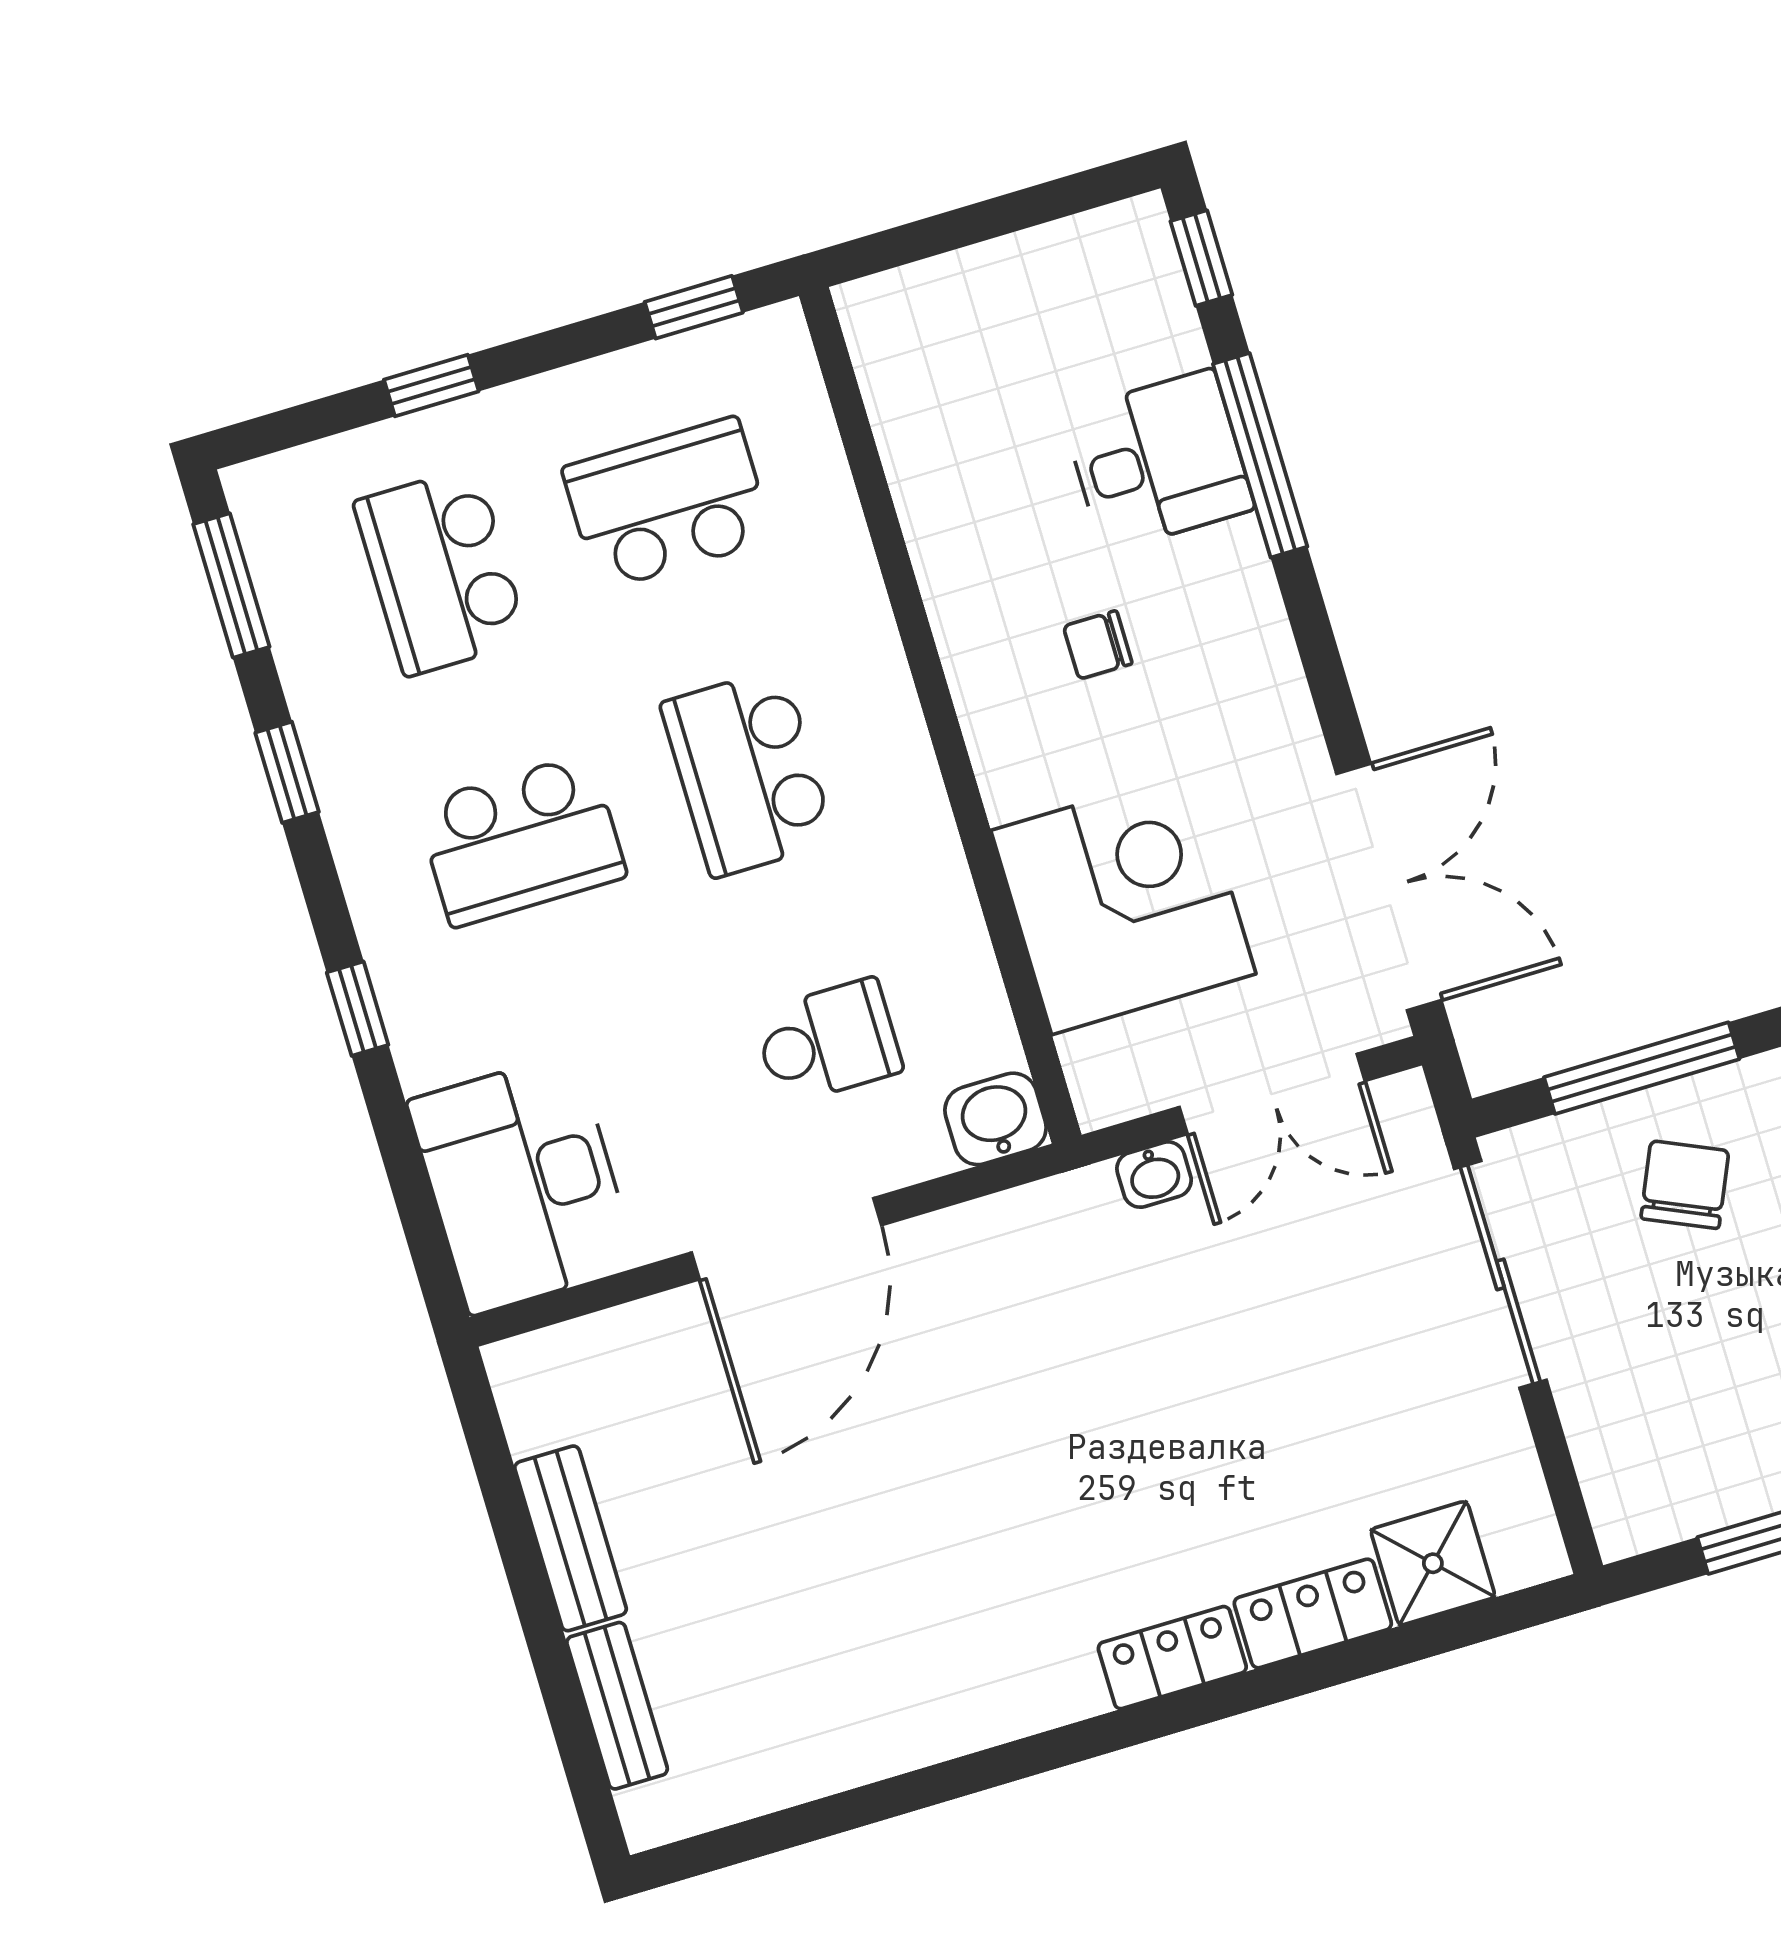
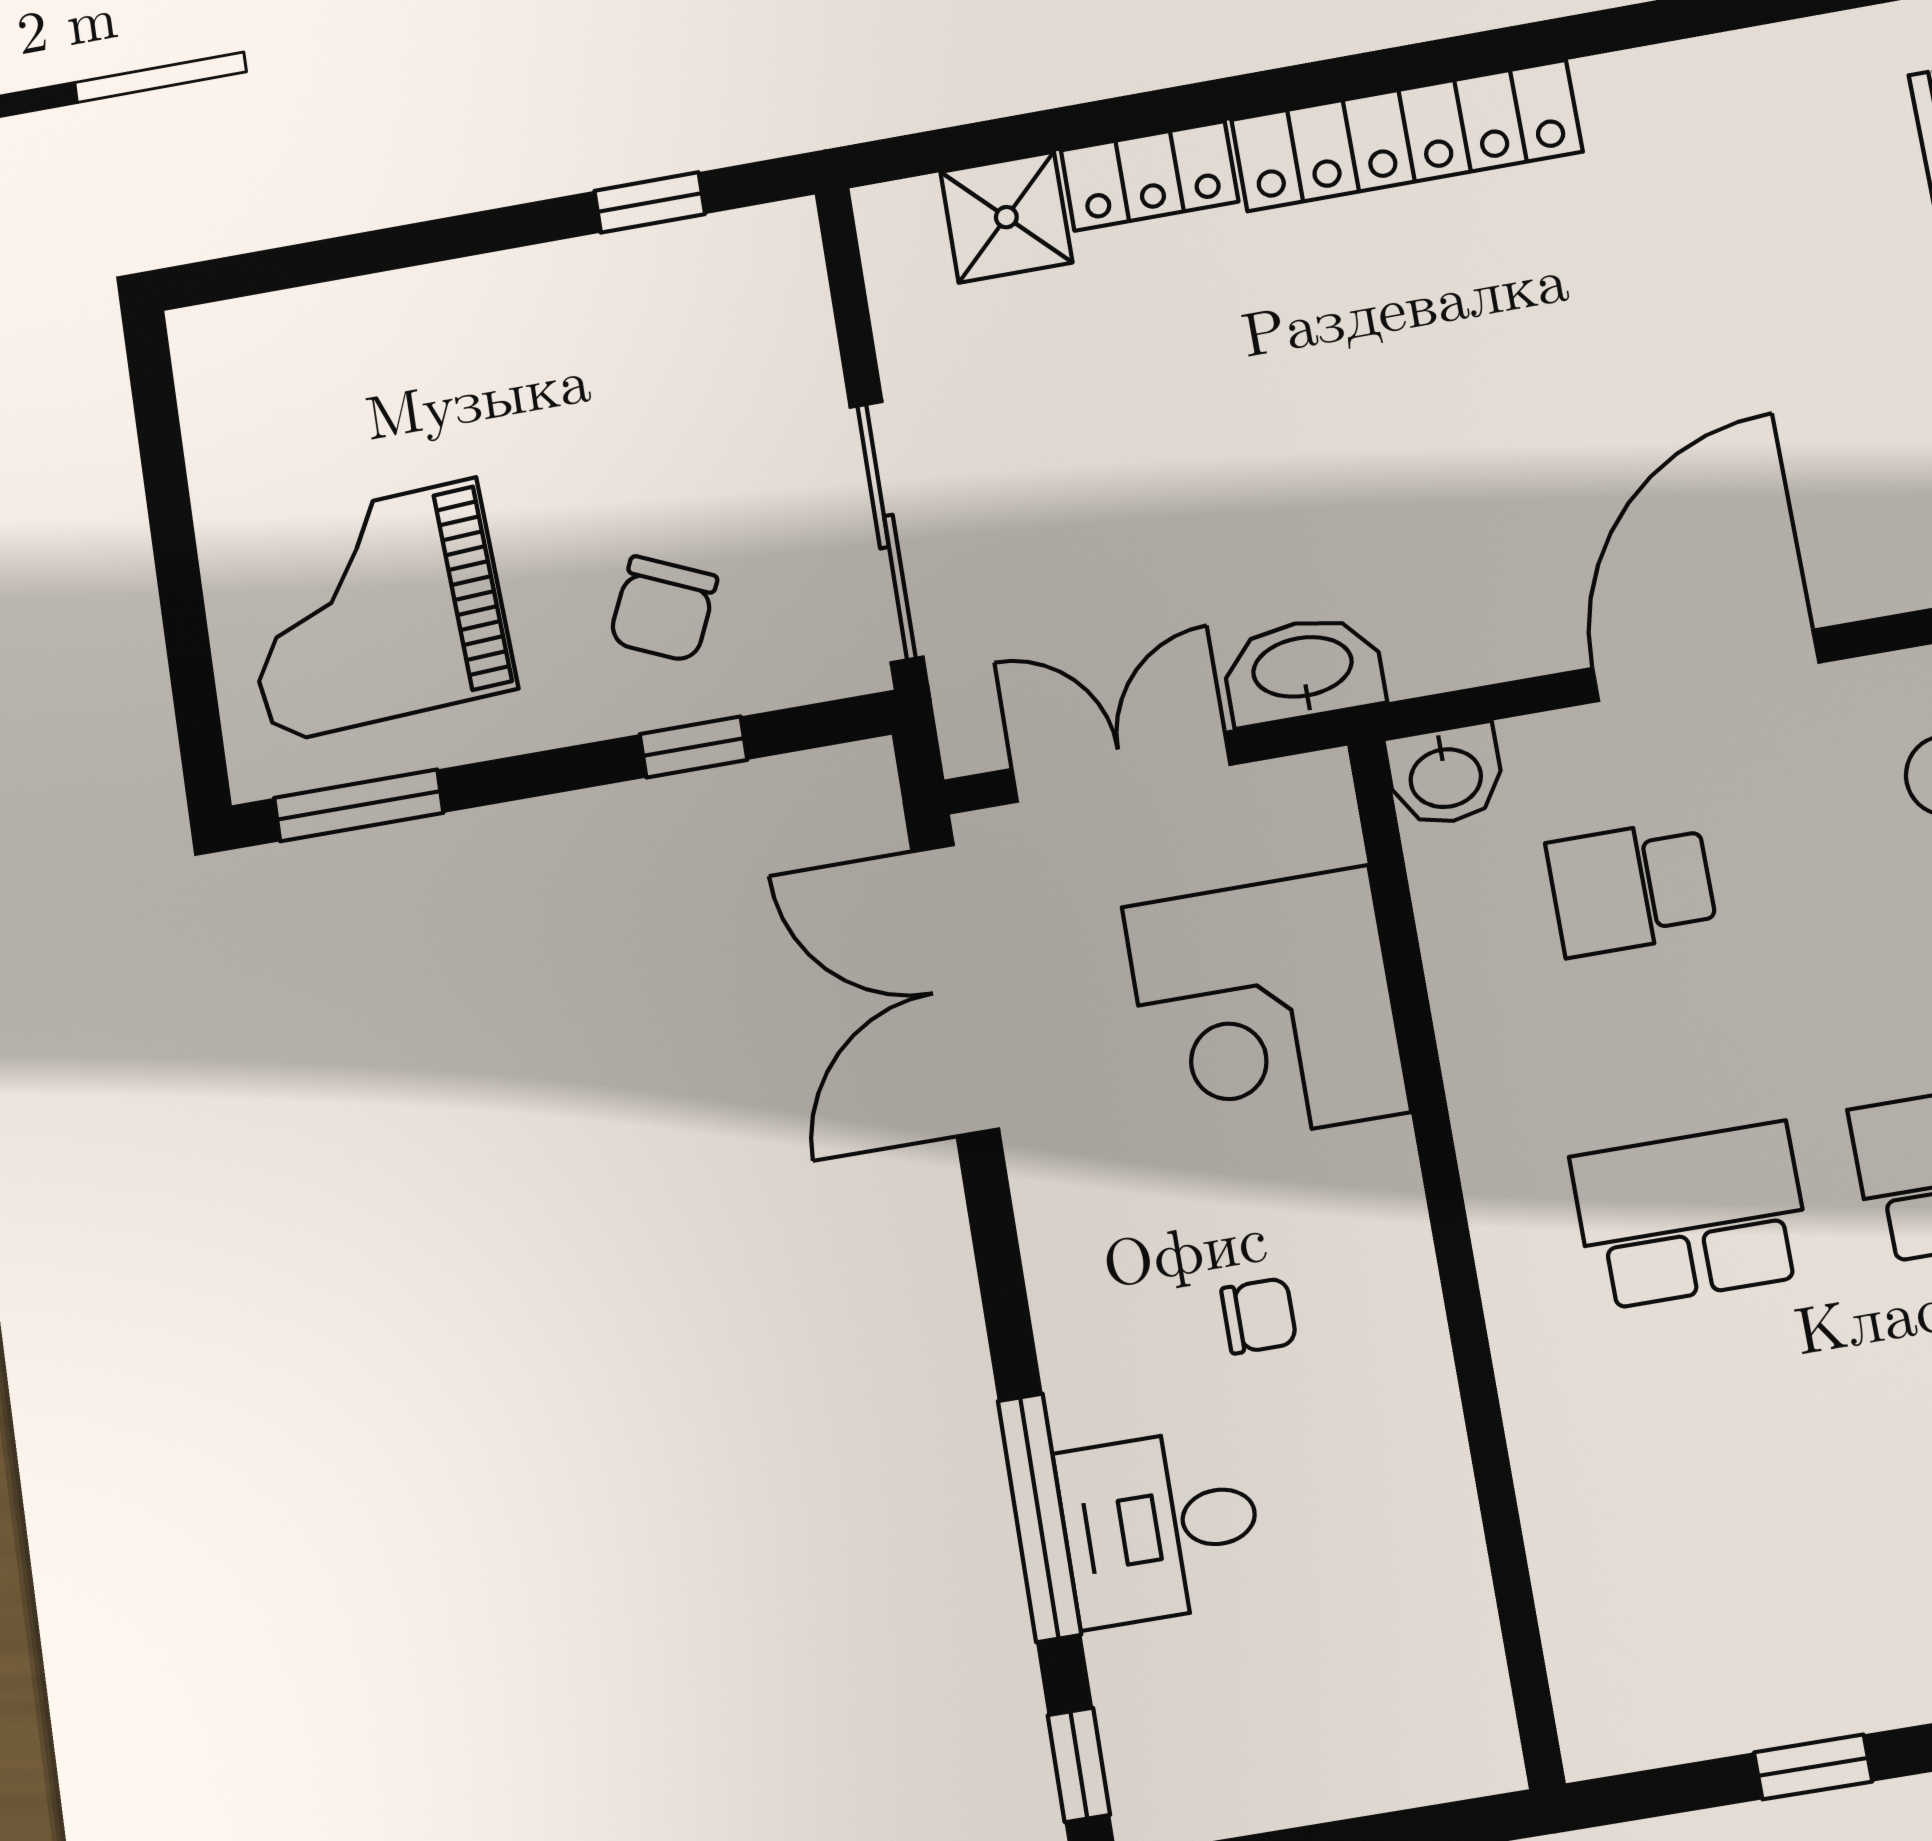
window: (694, 307) -> (1813, 1767), moved
school desk: (667, 504) -> (1752, 1551), removed
school desk: (748, 773) -> (1691, 1216), turned -90
window: (1642, 1068) -> (693, 747), width x0.46
washbasin: (1154, 1175) -> (1303, 670), width x1.91, depth x1.45
locker: (1172, 1658) -> (1407, 136), width x2.16, depth x1.21

